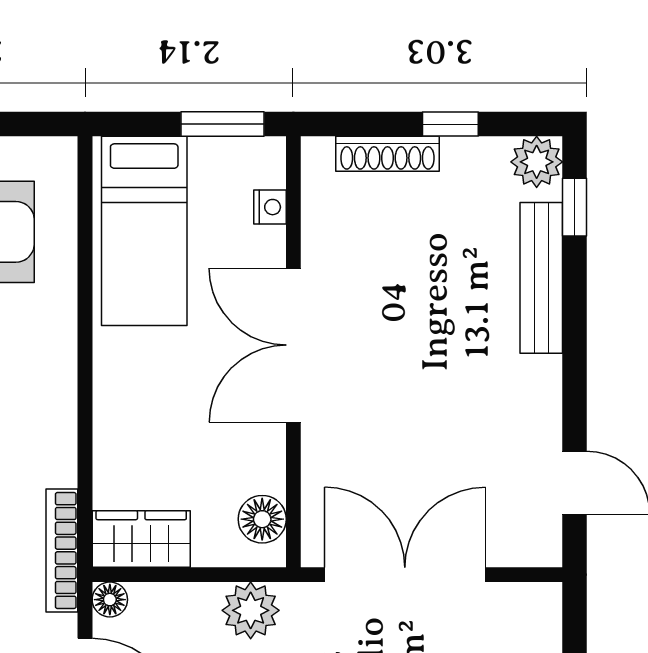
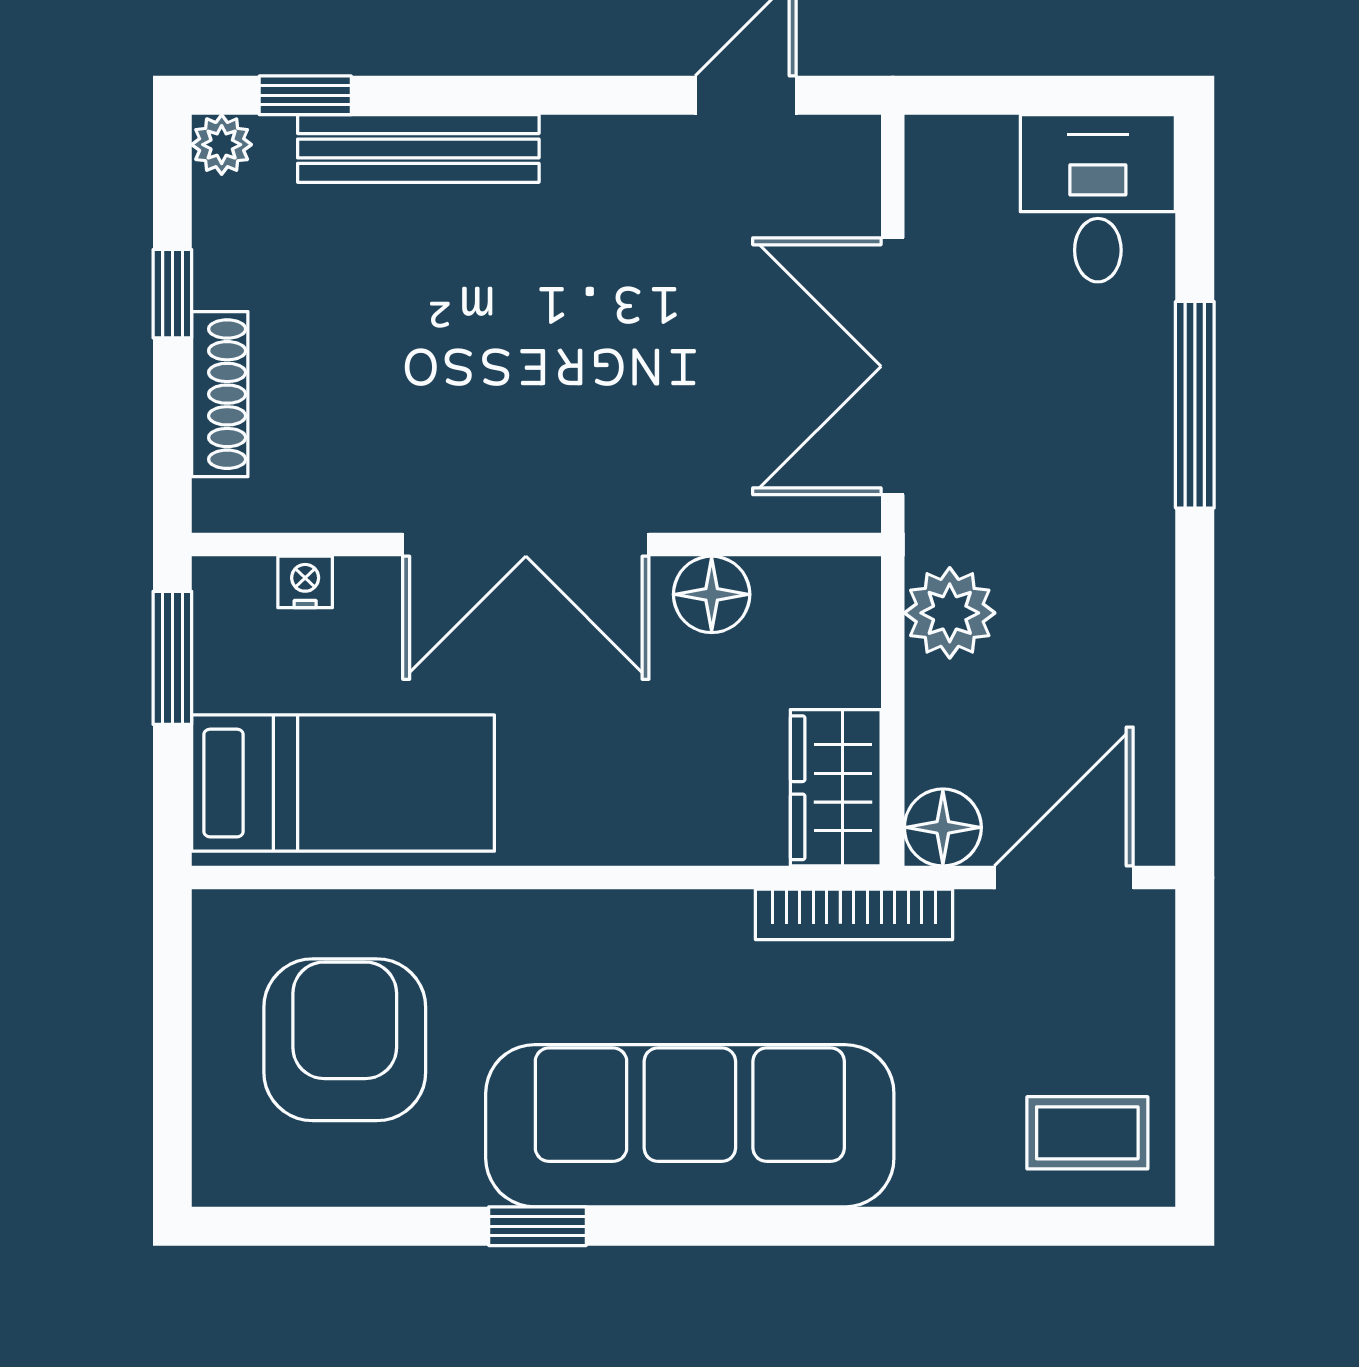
plant: (537, 162) -> (222, 145), width x0.73, depth x0.73
floor lamp: (262, 519) -> (712, 594), moved
floor lamp: (110, 600) -> (943, 827), width x1.37, depth x1.37

